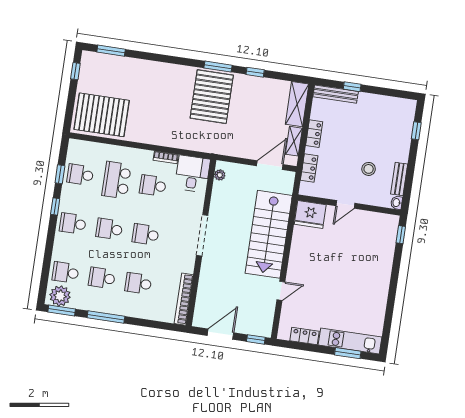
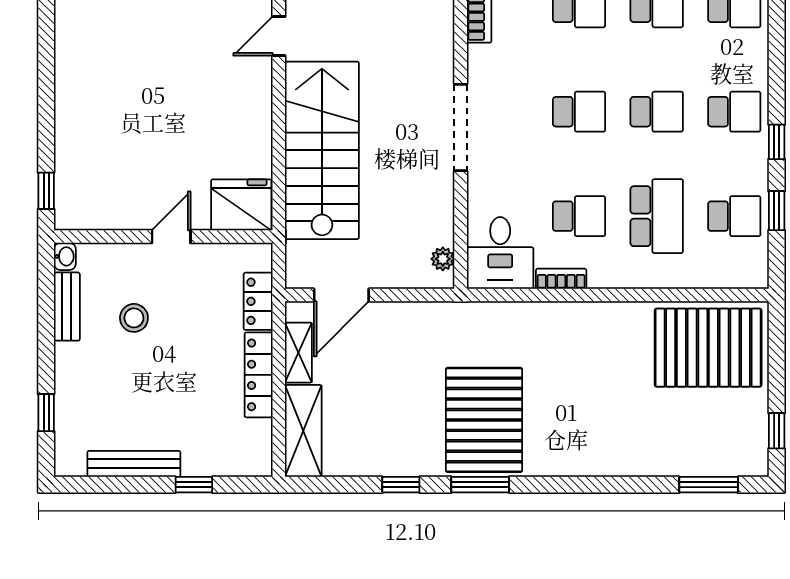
bench: (336, 94) -> (134, 464), moved
locker: (314, 134) -> (259, 375), width x1.53

